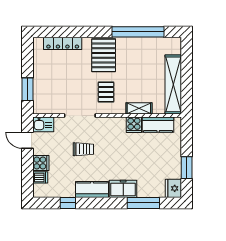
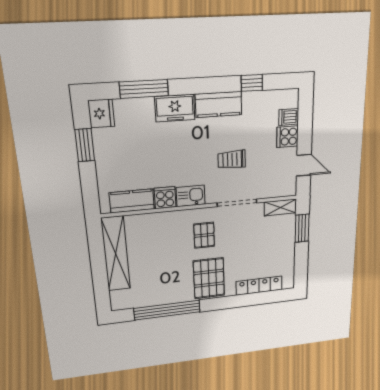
shelving: (139, 108) -> (280, 207), moved
kitchen sink: (43, 124) -> (191, 196), moved

